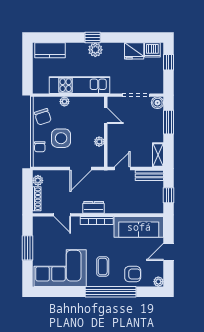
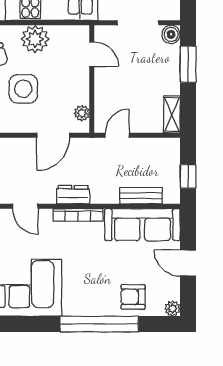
plant: (64, 102) -> (35, 39), width x1.87, depth x1.87
plant: (99, 142) -> (82, 113), moved
bench: (149, 175) -> (141, 196), moved
door: (169, 252) -> (188, 263), hinge flipped
coffee table: (103, 267) -> (87, 285), removed
armchair: (133, 274) -> (133, 297), turned 180

